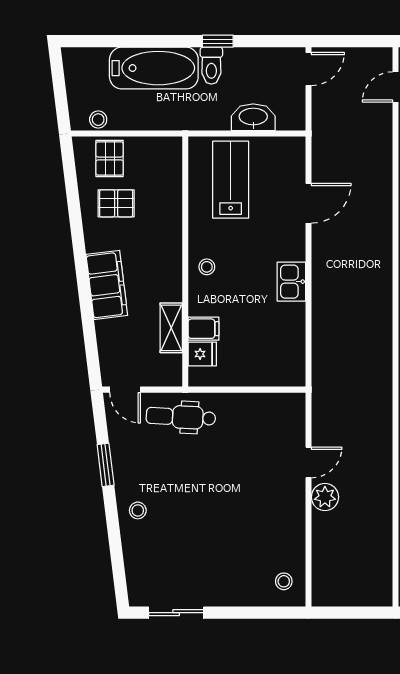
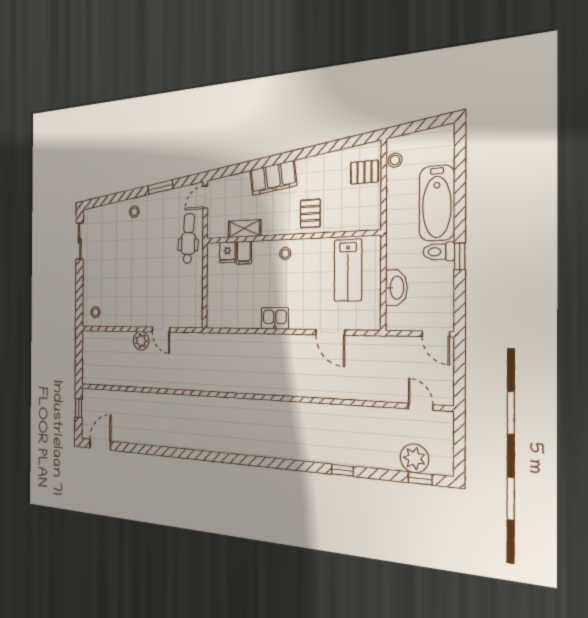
lab bench: (231, 180) -> (348, 270), turned 90
pallet: (116, 203) -> (310, 213), moved

